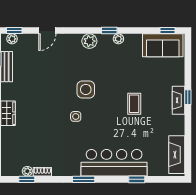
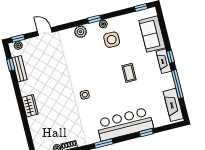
door: (47, 30) -> (45, 32), swing flipped
sofa: (163, 45) -> (152, 34), moved, turned 90
side table: (86, 89) -> (112, 40), moved
window: (188, 131) -> (177, 84), added

